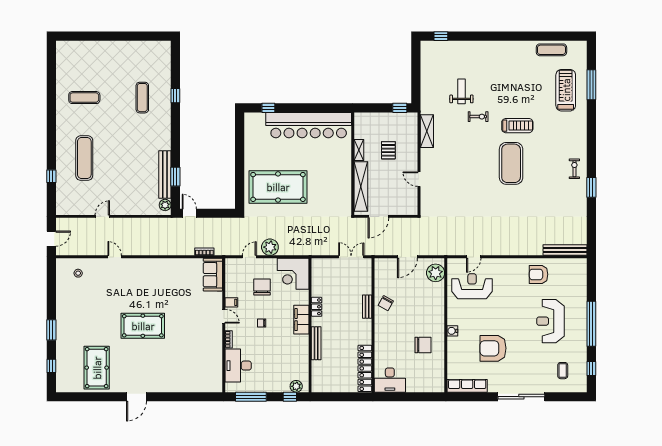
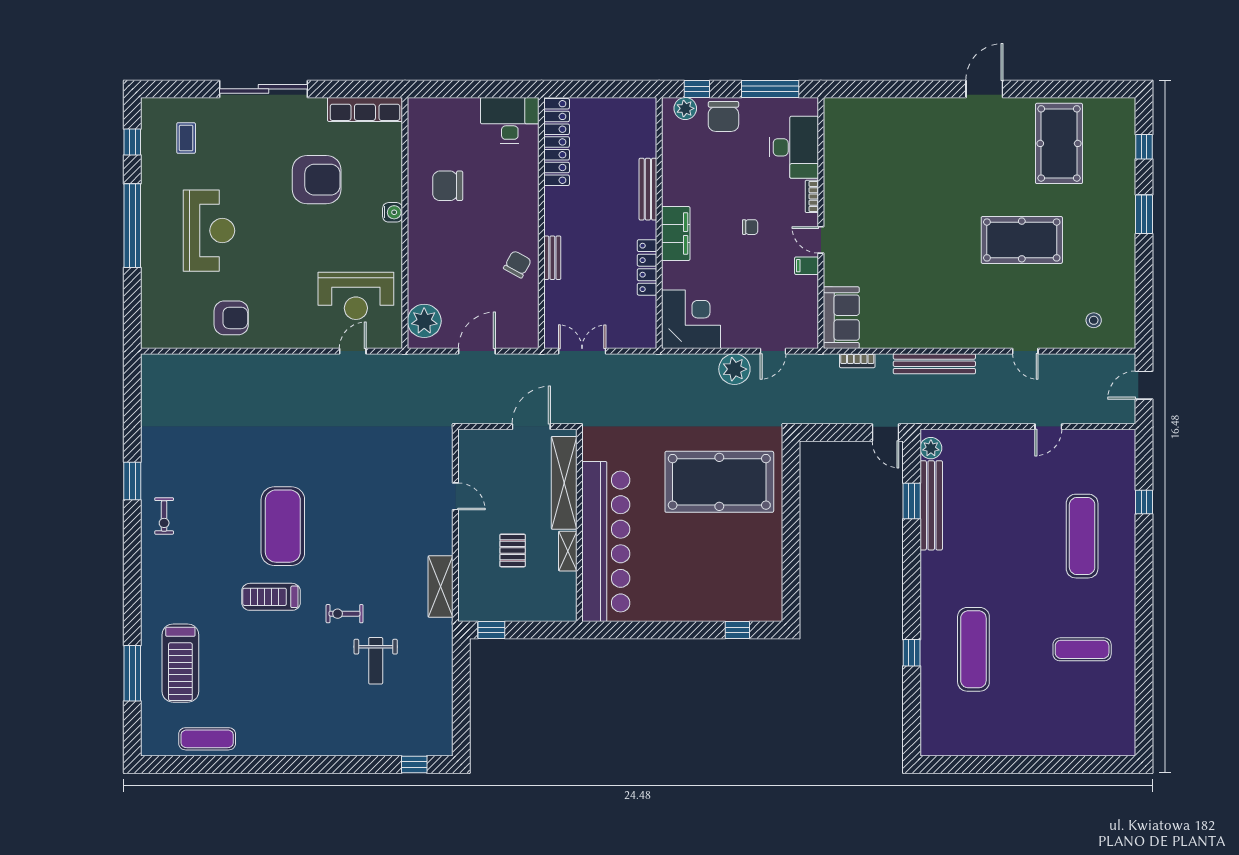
exercise mat: (142, 98) -> (973, 649), width x1.36, depth x1.45
bar counter: (309, 125) -> (606, 542), moved, turned 90
bench: (565, 250) -> (934, 364), moved
double door: (351, 257) -> (582, 351), swing flipped
chair: (262, 287) -> (723, 116), moved
locker: (317, 307) -> (647, 267), width x1.53
pool table: (143, 326) -> (1022, 240), moved

